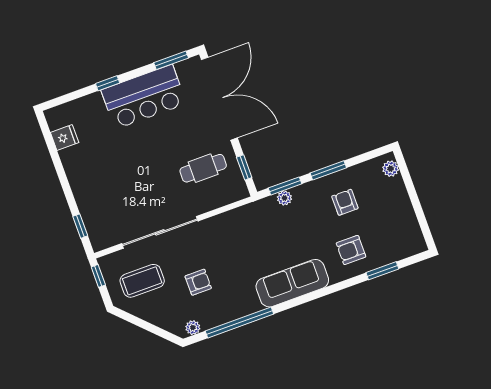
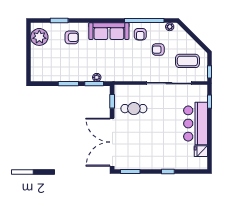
bar counter: (144, 97) -> (196, 124), moved, turned -90
plant: (391, 169) -> (39, 37), moved, width x1.88, depth x1.88
armchair: (345, 202) -> (140, 34), moved

